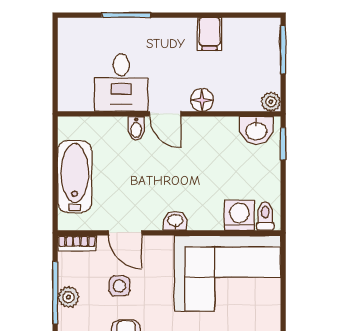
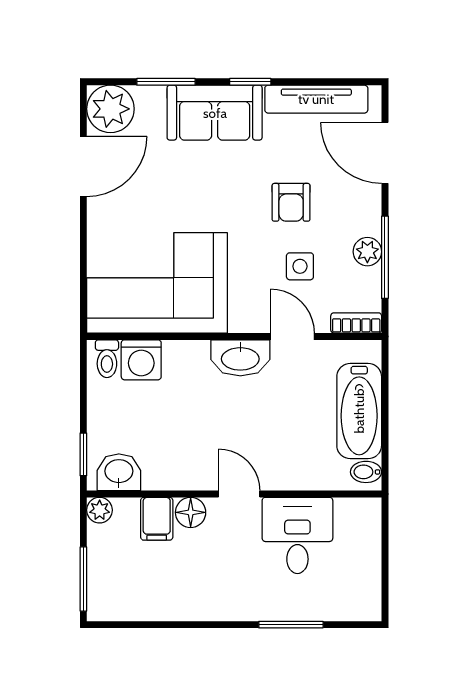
filing cabinet: (210, 34) -> (157, 519), moved, turned 180
bidet: (136, 128) -> (366, 472), moved, turned -90
washbasin: (175, 221) -> (240, 358), width x1.91, depth x1.45

